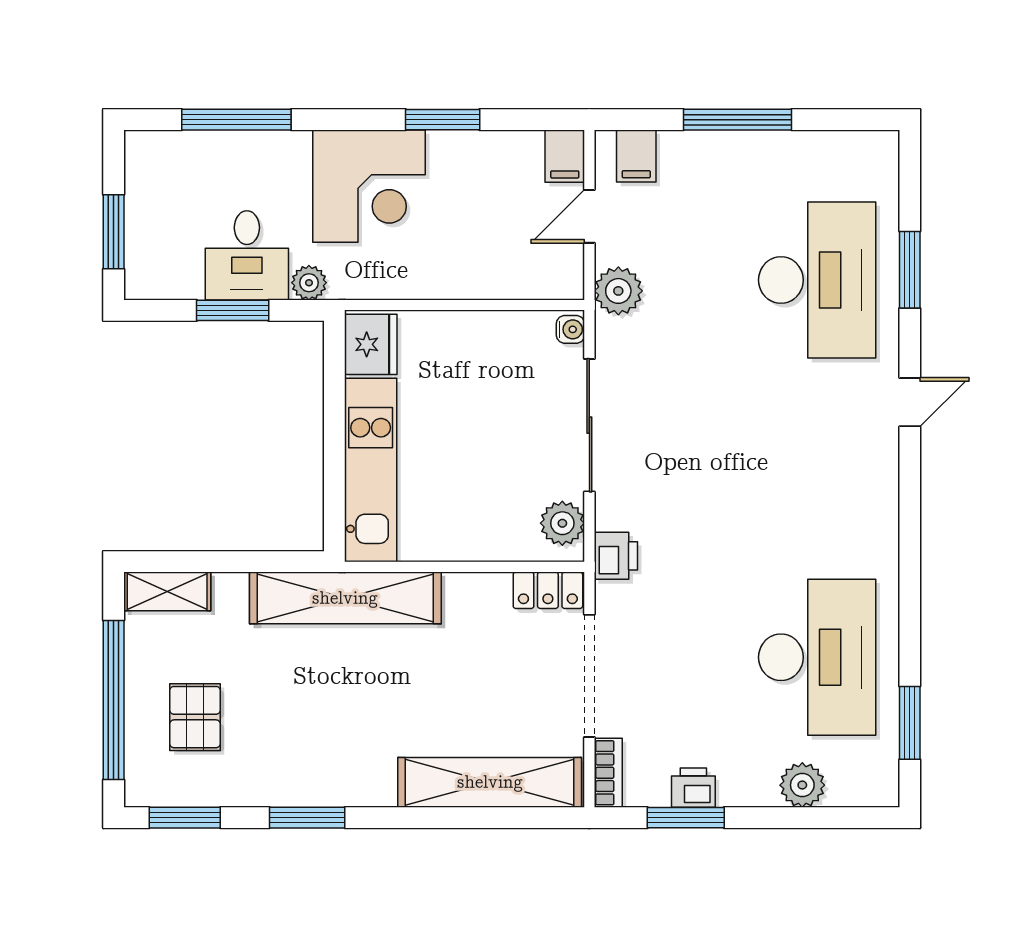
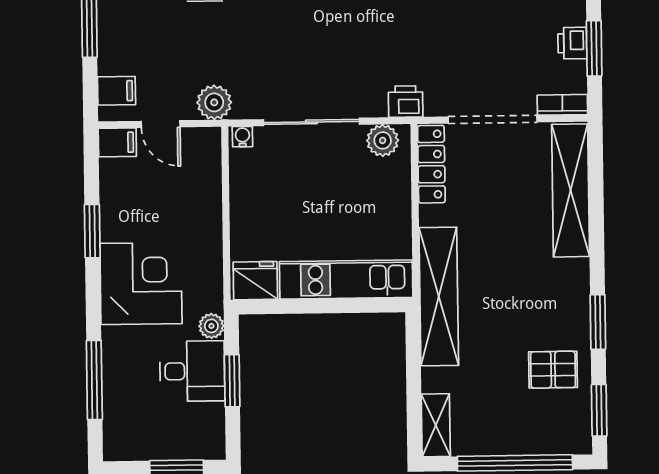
locker: (548, 590) -> (431, 164), width x1.53
pallet: (195, 717) -> (553, 370), moved

